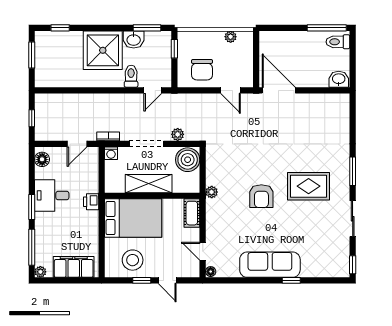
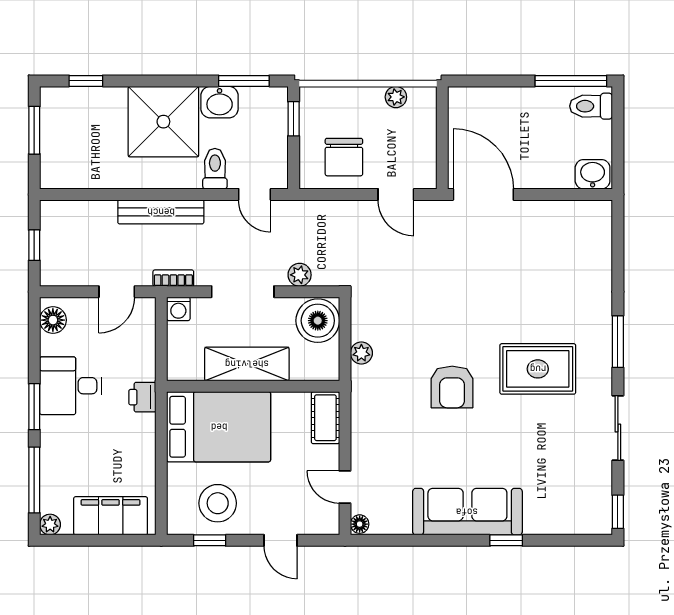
door: (153, 90) -> (255, 194), hinge flipped
bench: (101, 100) -> (161, 212), added
plant: (212, 192) -> (361, 353), moved
window: (142, 280) -> (210, 540), moved

